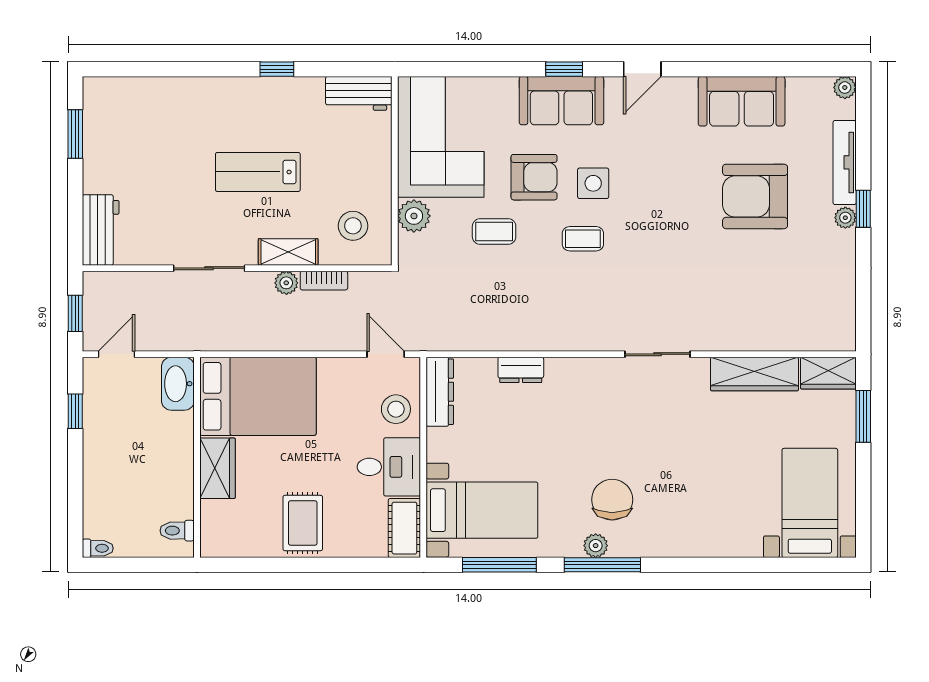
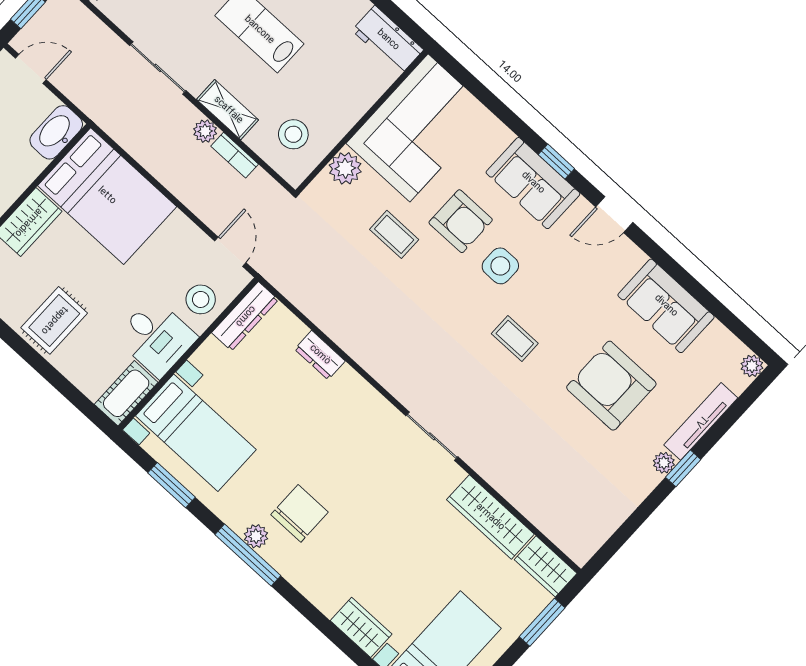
coffee table: (583, 239) -> (515, 338), moved
wardrobe: (734, 542) -> (361, 627), added
window: (499, 565) -> (172, 485), width x0.69

